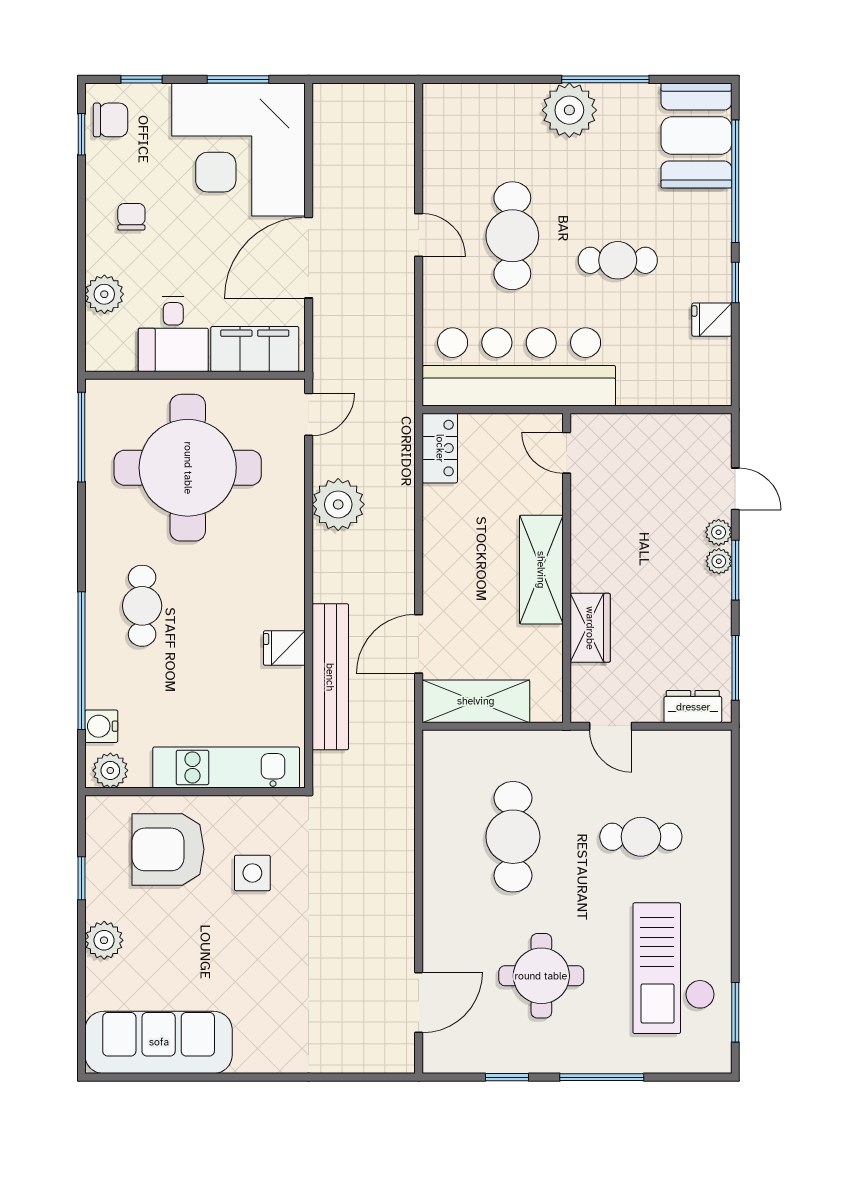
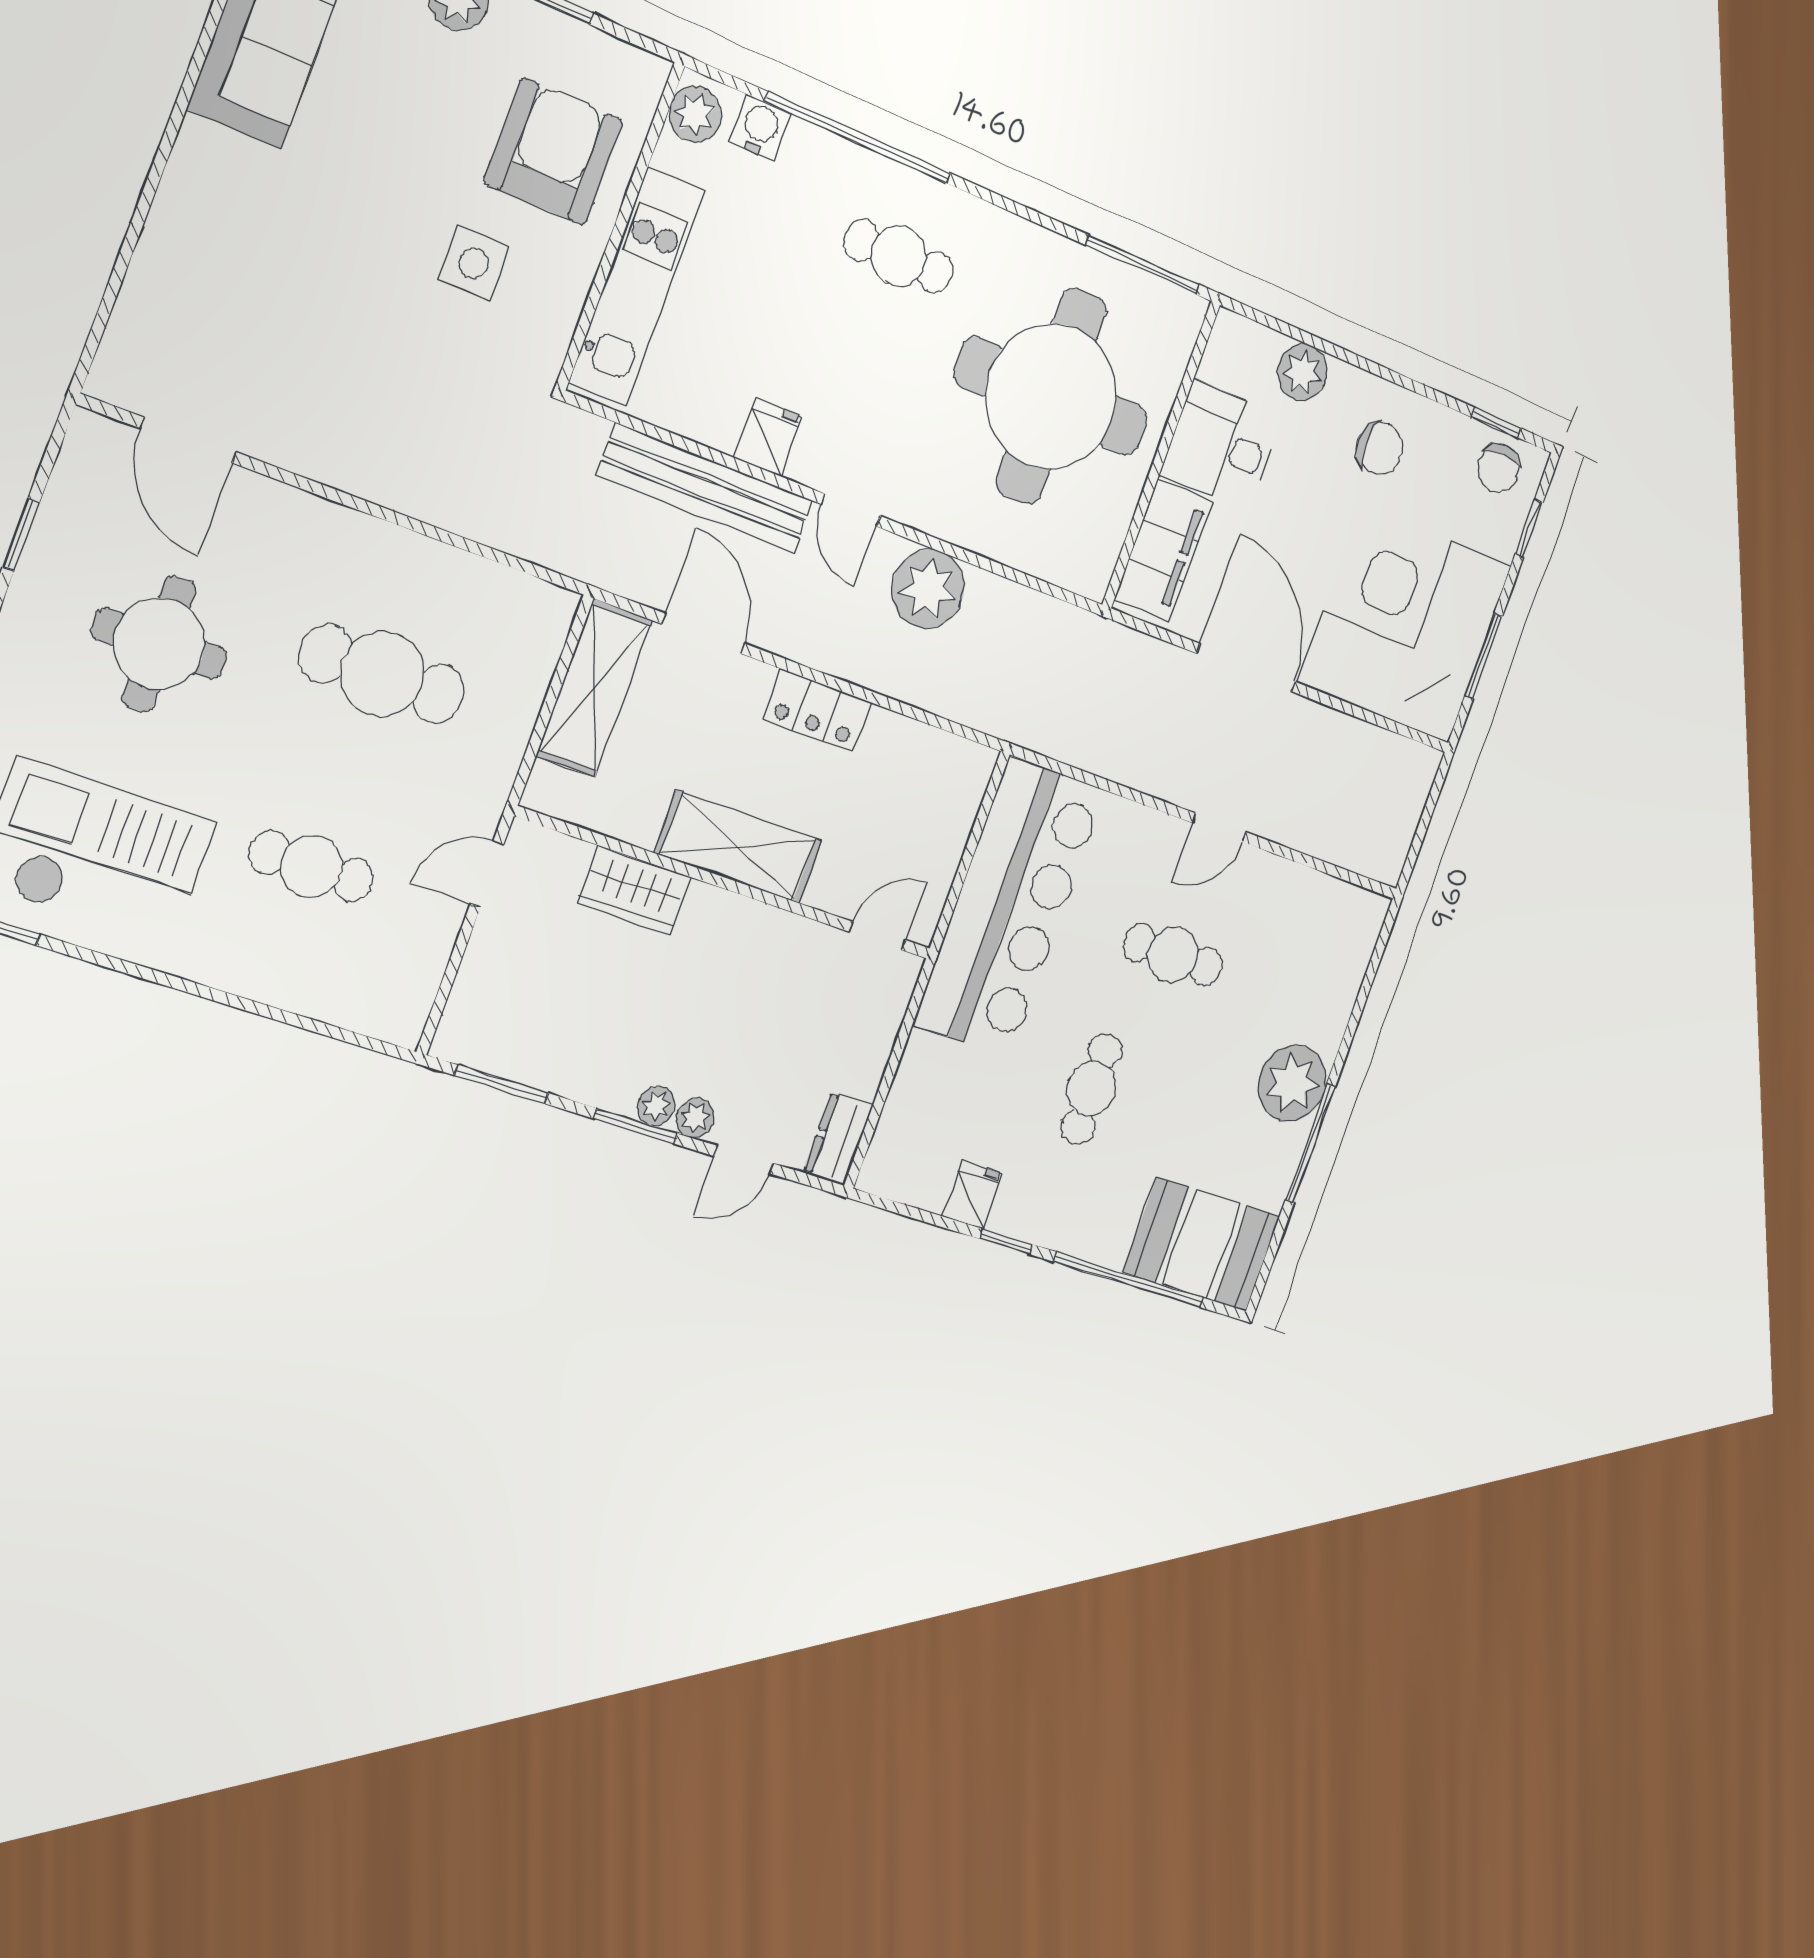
chair: (131, 217) -> (1379, 448), width x1.37, depth x1.37
cafe table: (512, 236) -> (1173, 955), width x0.73, depth x0.74
door: (309, 414) -> (851, 510), moved
locker: (440, 448) -> (817, 711), moved
dresser: (693, 707) -> (838, 1139), moved, turned 180
cafe table: (641, 837) -> (311, 866), turned 90

